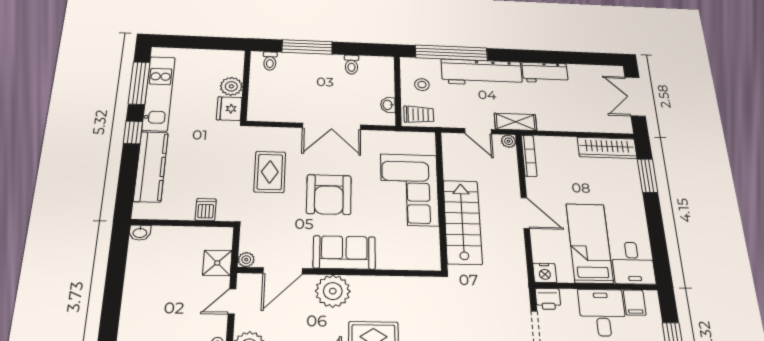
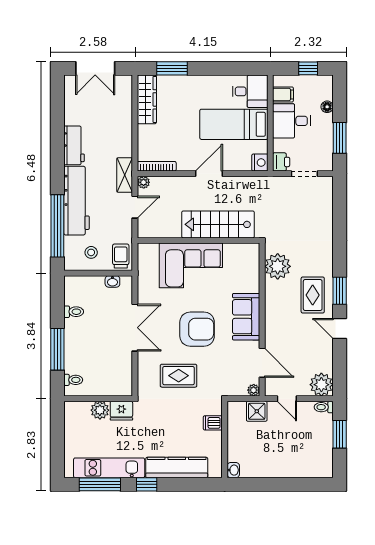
plant: (333, 291) -> (278, 266), moved

